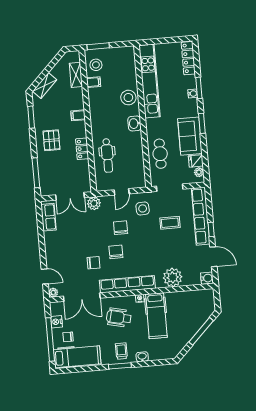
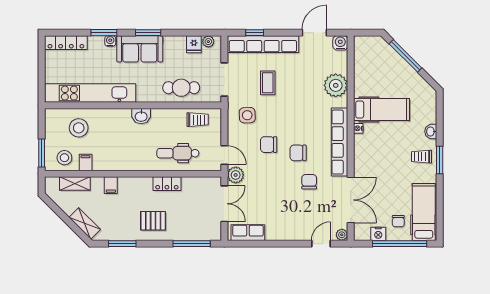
stool: (128, 98) -> (79, 128), moved
filing cabinet: (78, 115) -> (111, 185), moved
sofa: (190, 136) -> (140, 49), moved
dental chair: (107, 156) -> (178, 153), turned 180
trolley: (136, 169) -> (198, 120), added
door: (122, 192) -> (224, 155), moved
window: (211, 229) -> (255, 33), moved
wheelchair: (119, 317) -> (380, 156), removed

